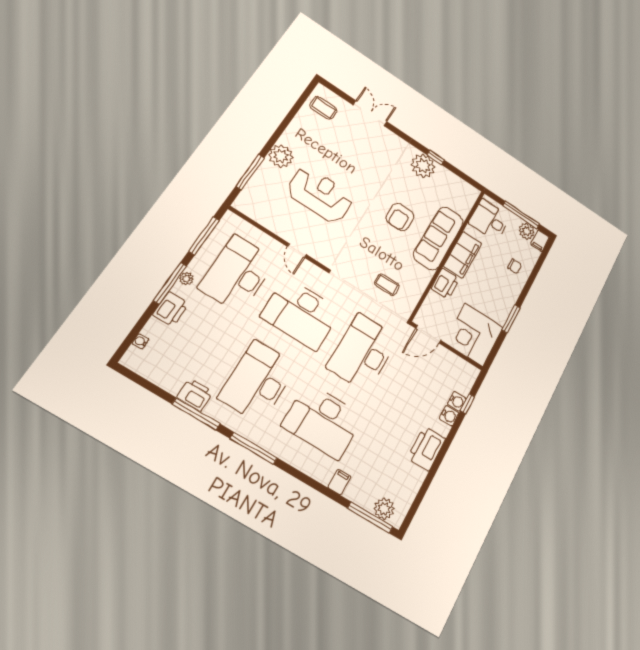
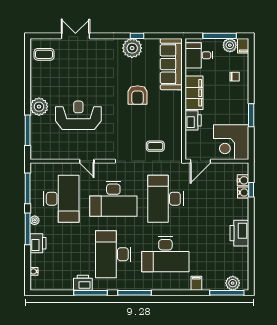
sofa: (439, 238) -> (171, 64), moved
desk: (237, 274) -> (61, 199), turned 180
water cooler: (449, 416) -> (243, 180), moved

